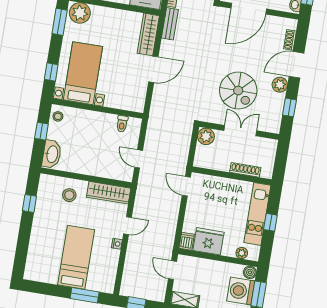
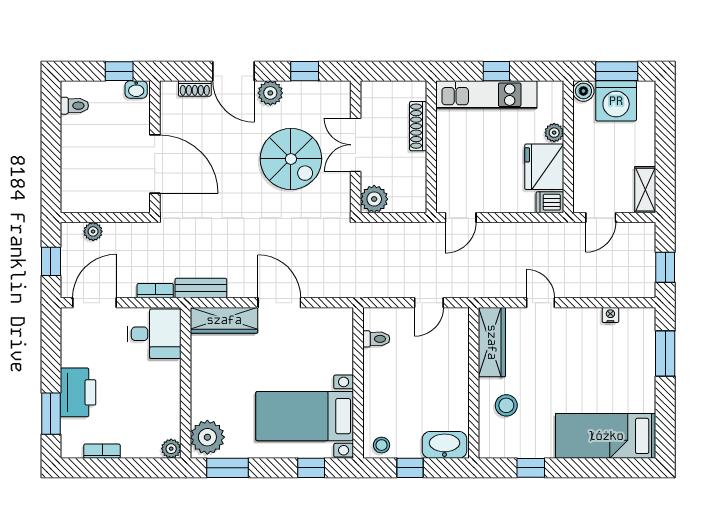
spiral stairs: (238, 91) -> (291, 159), turned 90
nightstand: (117, 244) -> (610, 315), moved
plant: (242, 253) -> (554, 133), moved
bed: (76, 257) -> (606, 436), moved

